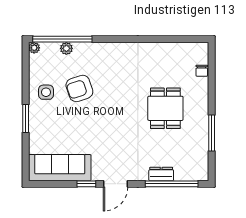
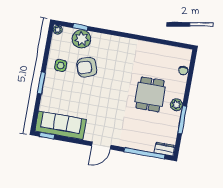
window: (62, 39) -> (81, 27), width x0.32
plant: (66, 48) -> (82, 39), width x1.87, depth x1.87
plant: (201, 115) -> (176, 105), added
dresser: (161, 174) -> (164, 149), moved
window: (86, 184) -> (47, 136), moved

